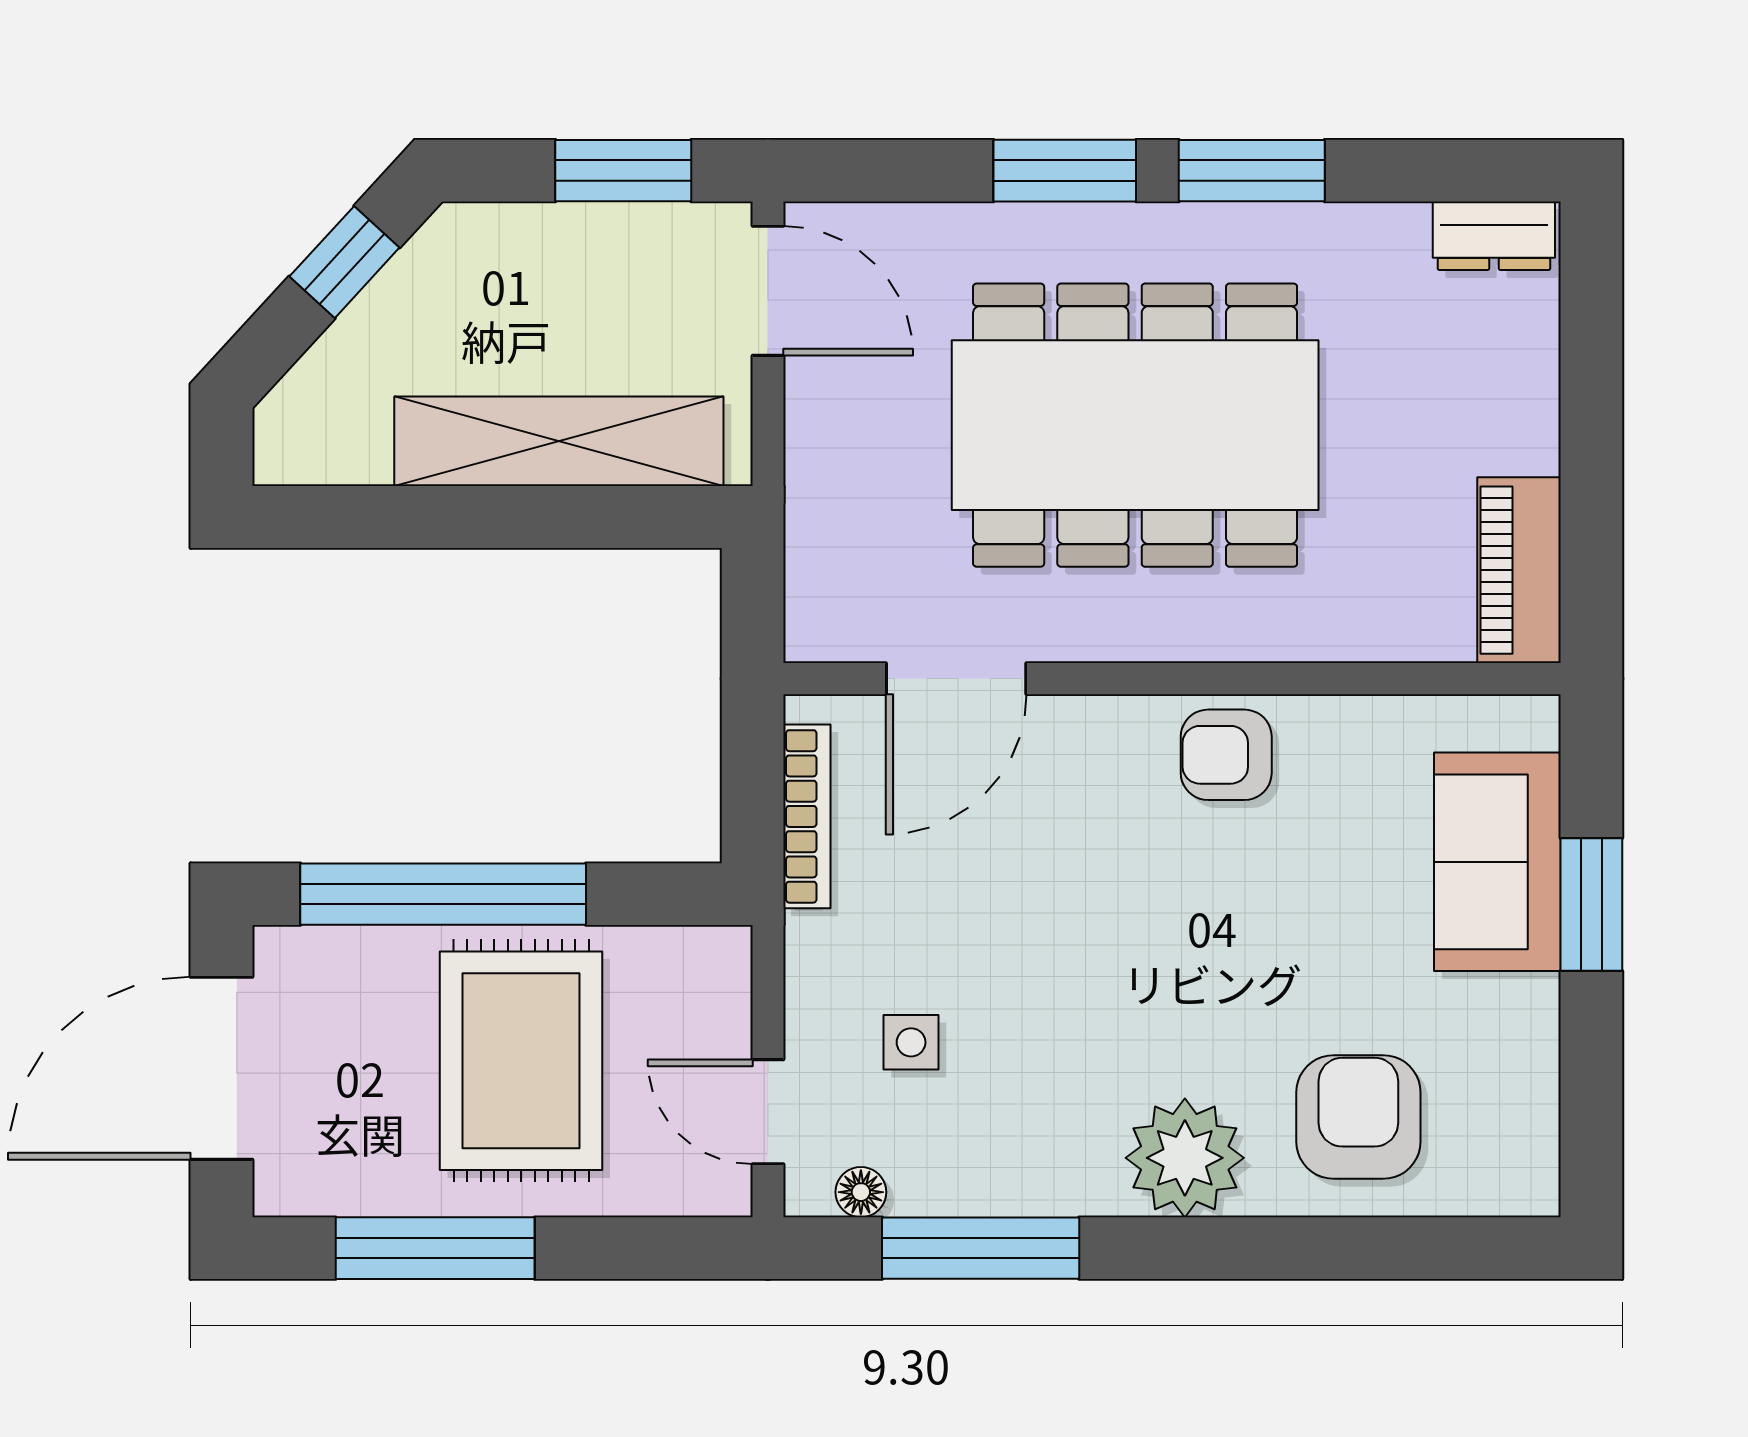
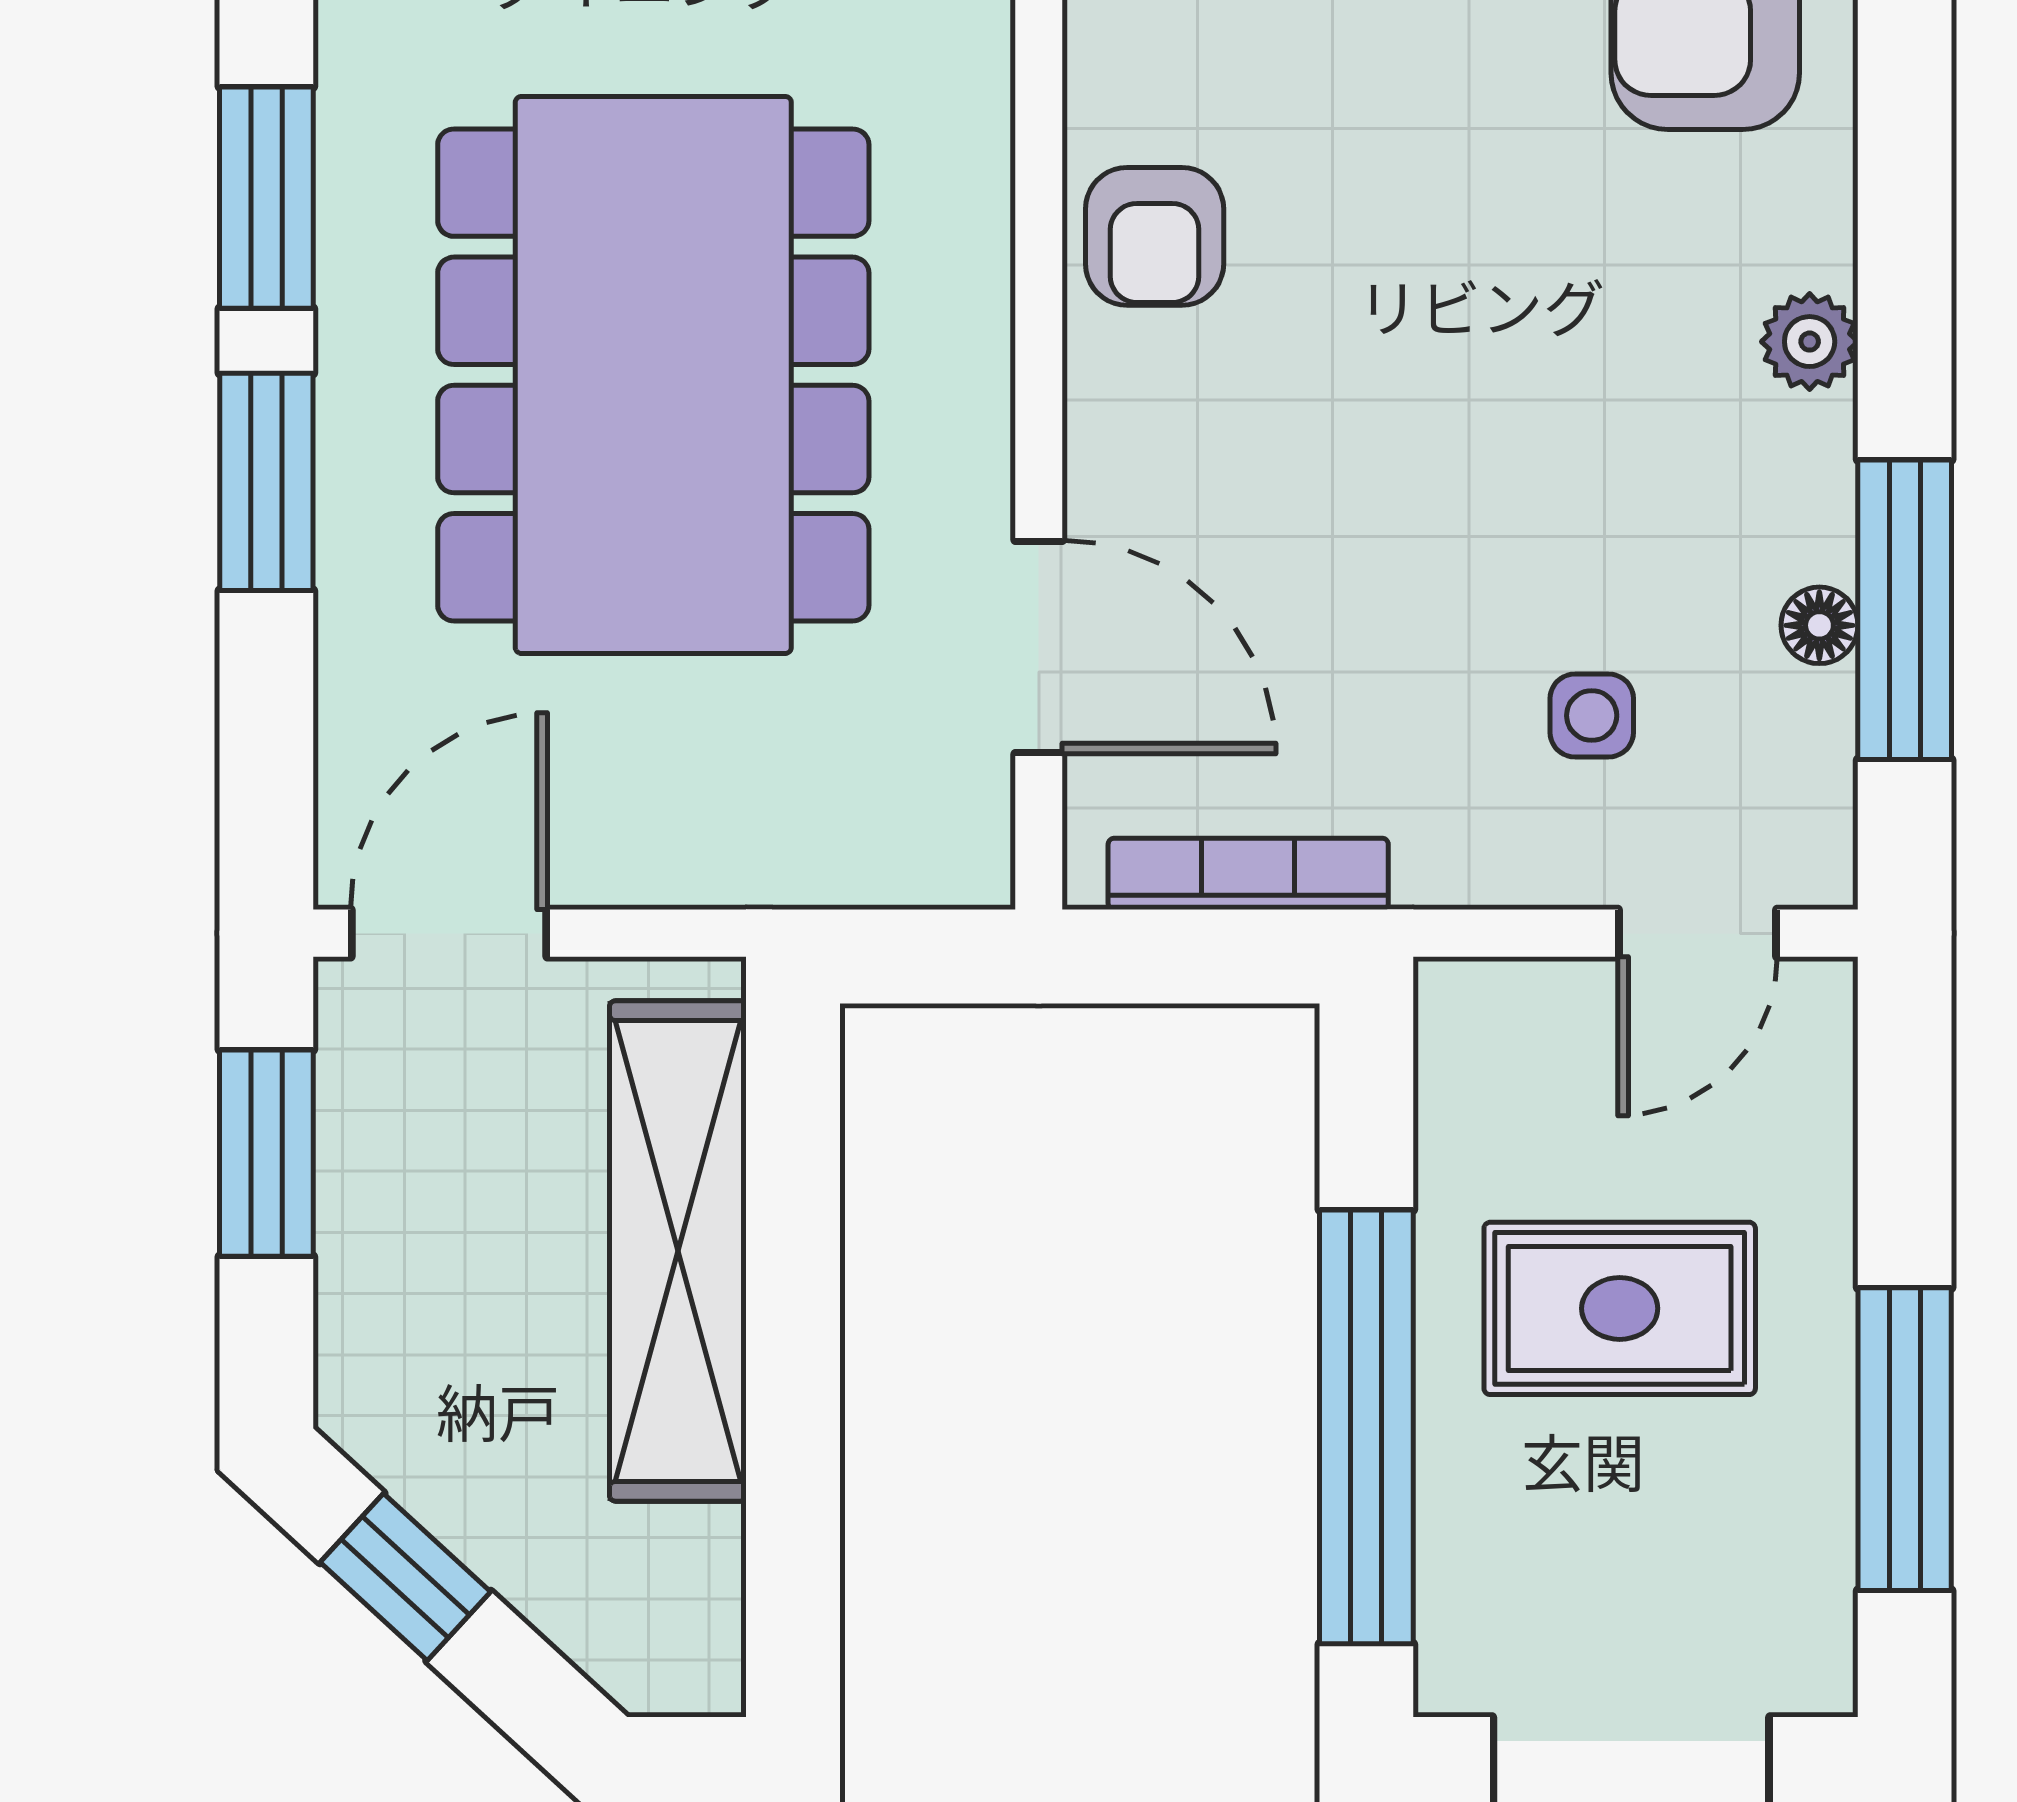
rug: (521, 1061) -> (1620, 1308), width x0.73, depth x0.70
plant: (1185, 1158) -> (1810, 342), width x0.53, depth x0.53
floor lamp: (861, 1192) -> (1819, 625), moved

